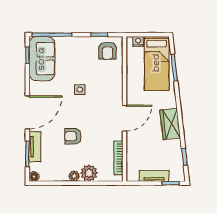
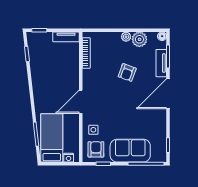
sofa: (42, 59) -> (130, 151), moved, turned 90
side table: (80, 90) -> (93, 130), moved
door: (124, 118) -> (81, 102), moved
wardrobe: (170, 124) -> (40, 84), removed
armchair: (73, 136) -> (127, 72), turned 110
plant: (89, 173) -> (139, 39), moved
tv unit: (154, 176) -> (66, 37), moved

